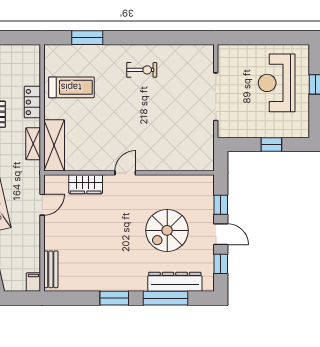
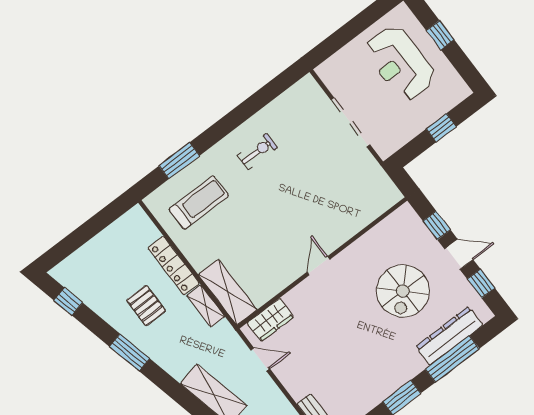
treadmill: (71, 87) -> (199, 202), moved
locker: (32, 102) -> (174, 266), width x1.53
wardrobe: (86, 184) -> (270, 320), moved
door: (42, 205) -> (260, 359), hinge flipped

